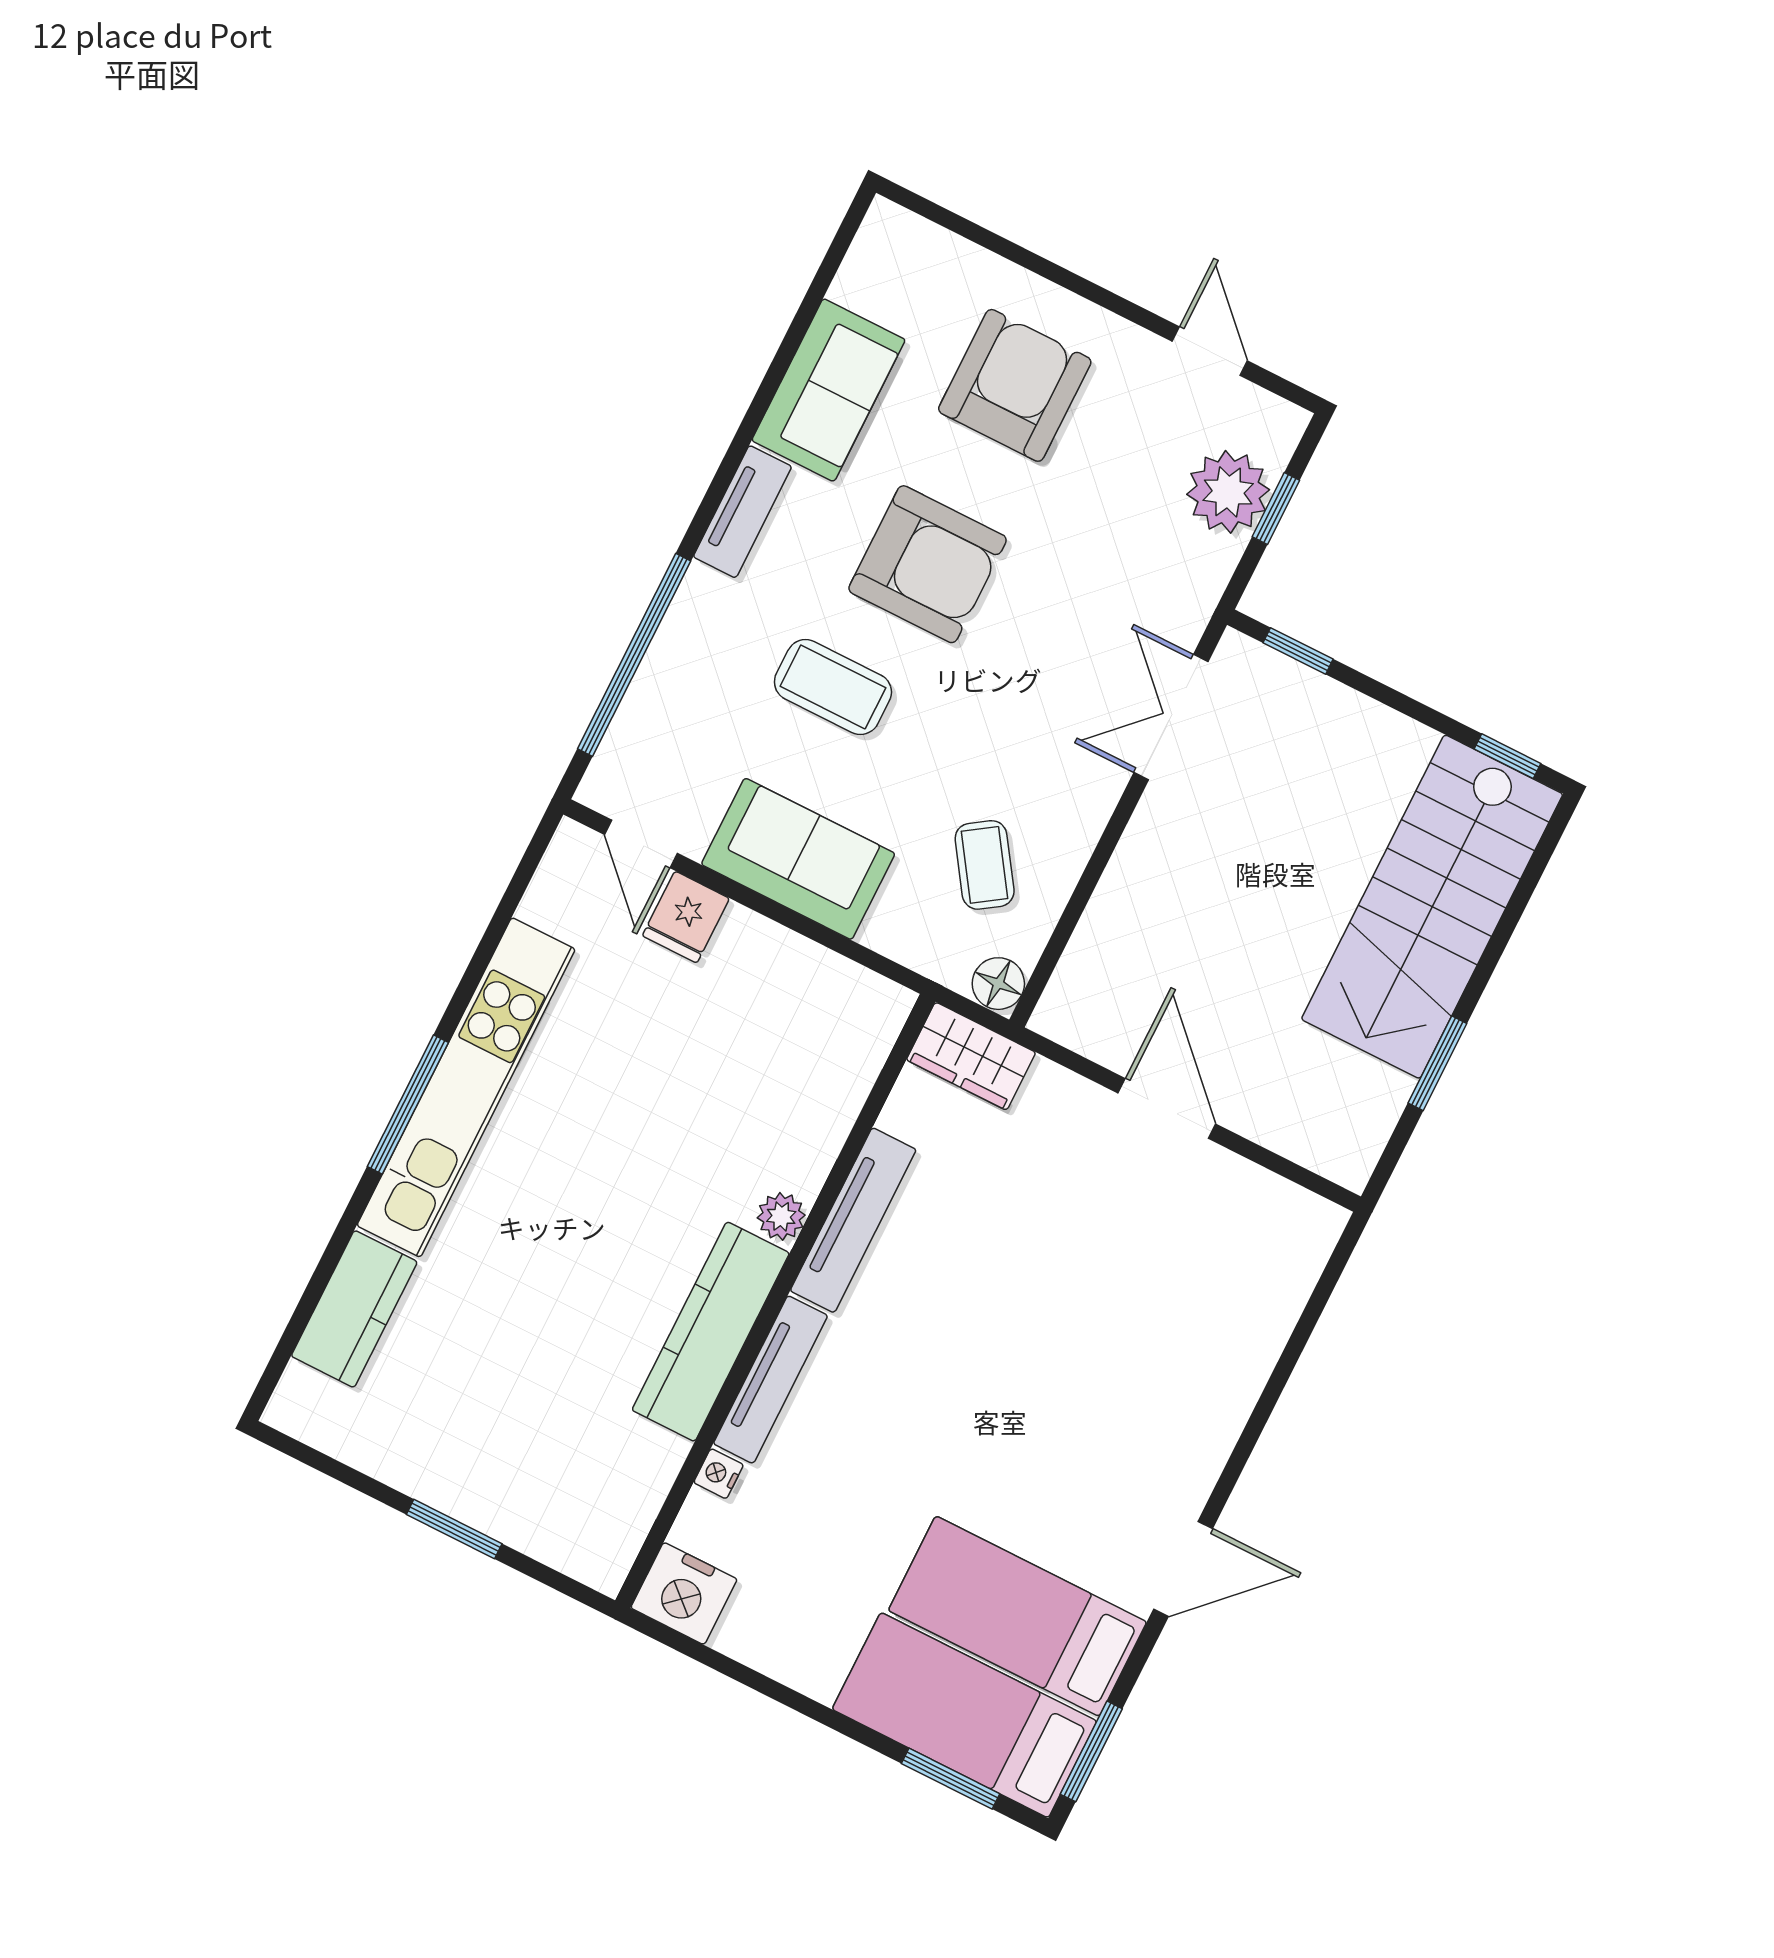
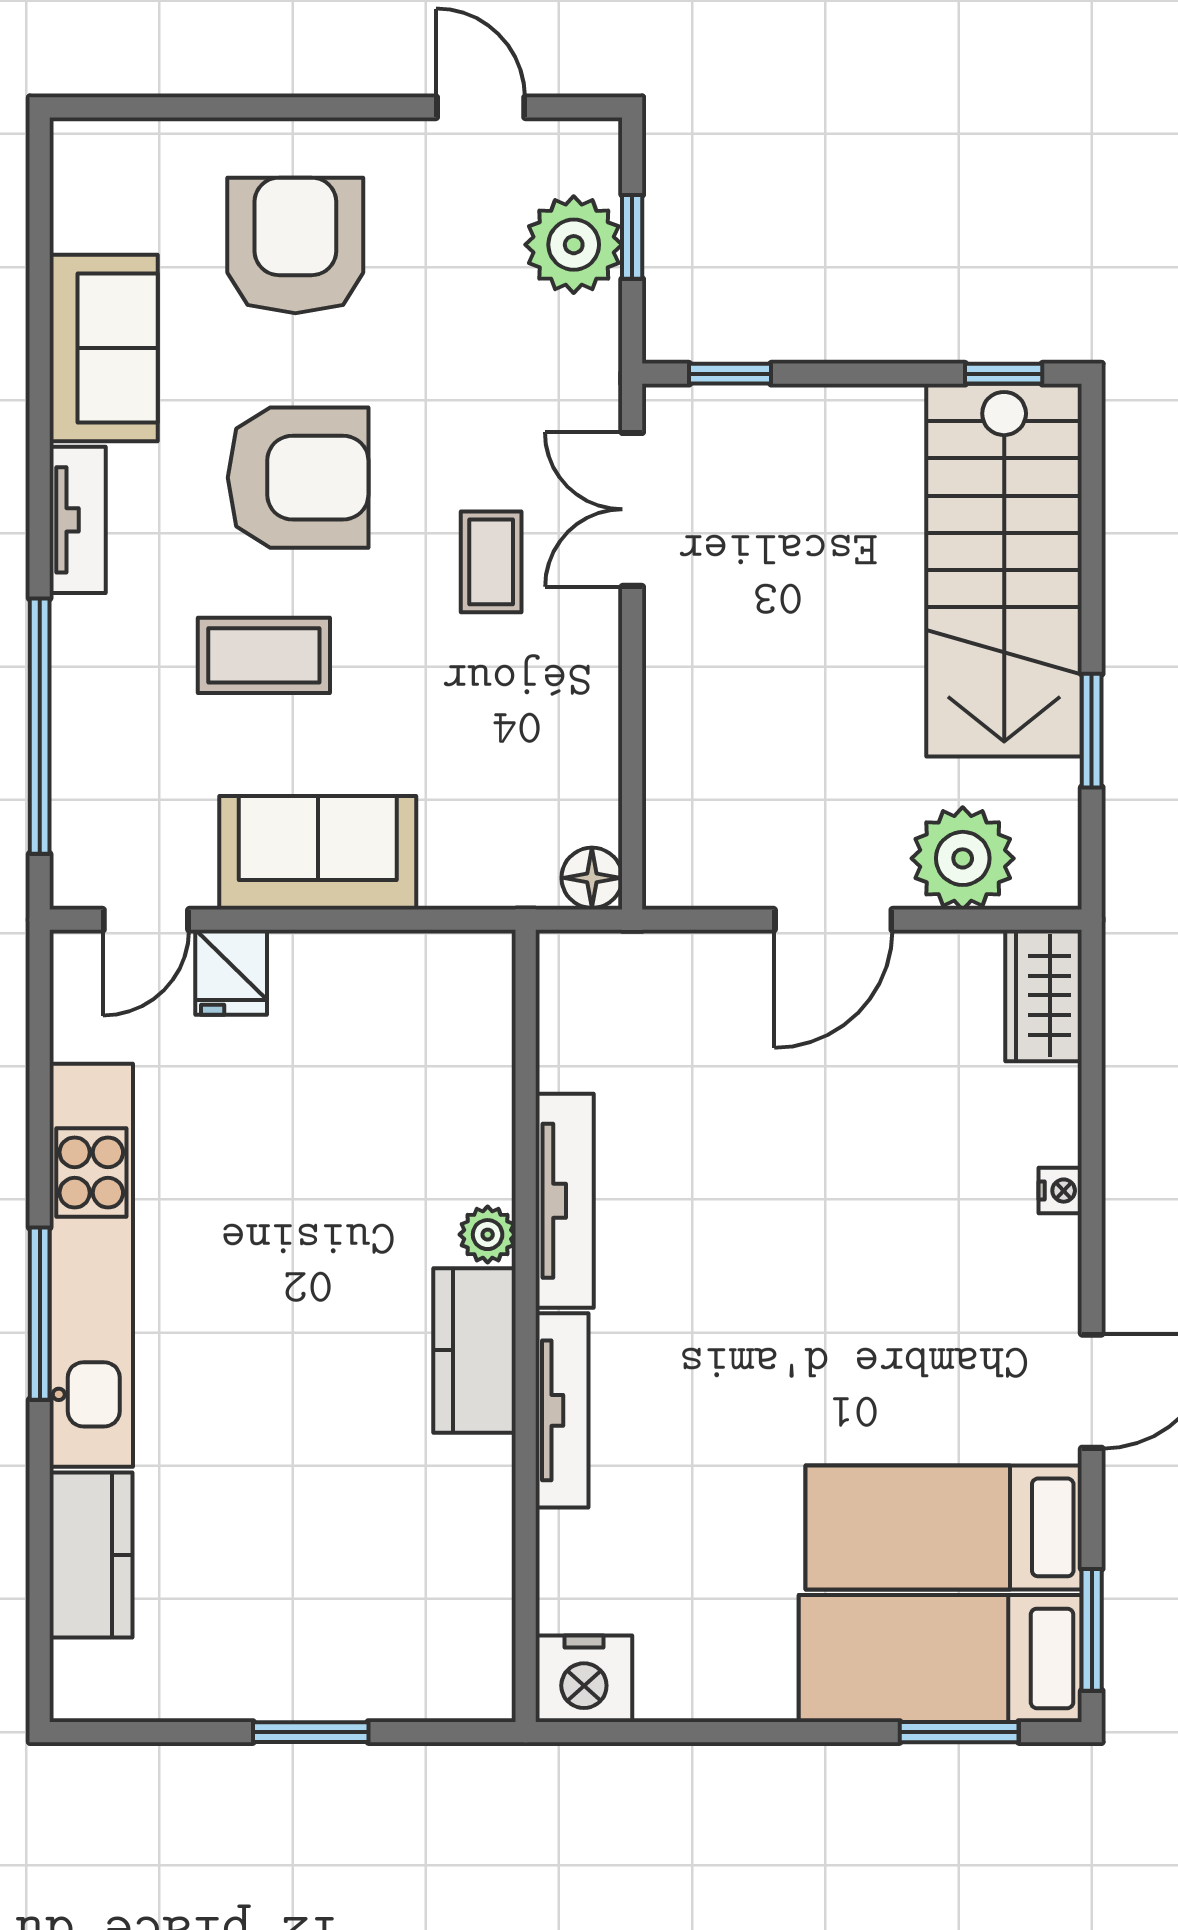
door: (641, 844) -> (146, 920), hinge flipped
coffee table: (985, 865) -> (491, 562), moved, turned 34
wardrobe: (971, 1056) -> (1044, 995), moved, turned 90
door: (1167, 1108) -> (833, 920), swing flipped
plant: (1290, 1111) -> (963, 858), added
kitchen counter: (711, 1332) -> (475, 1350), width x0.67
nightstand: (719, 1474) -> (1060, 1191), moved, turned 180

